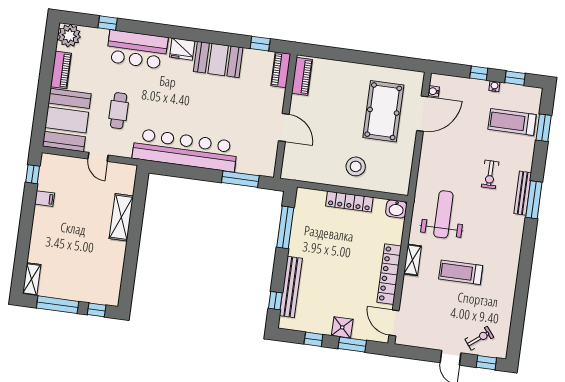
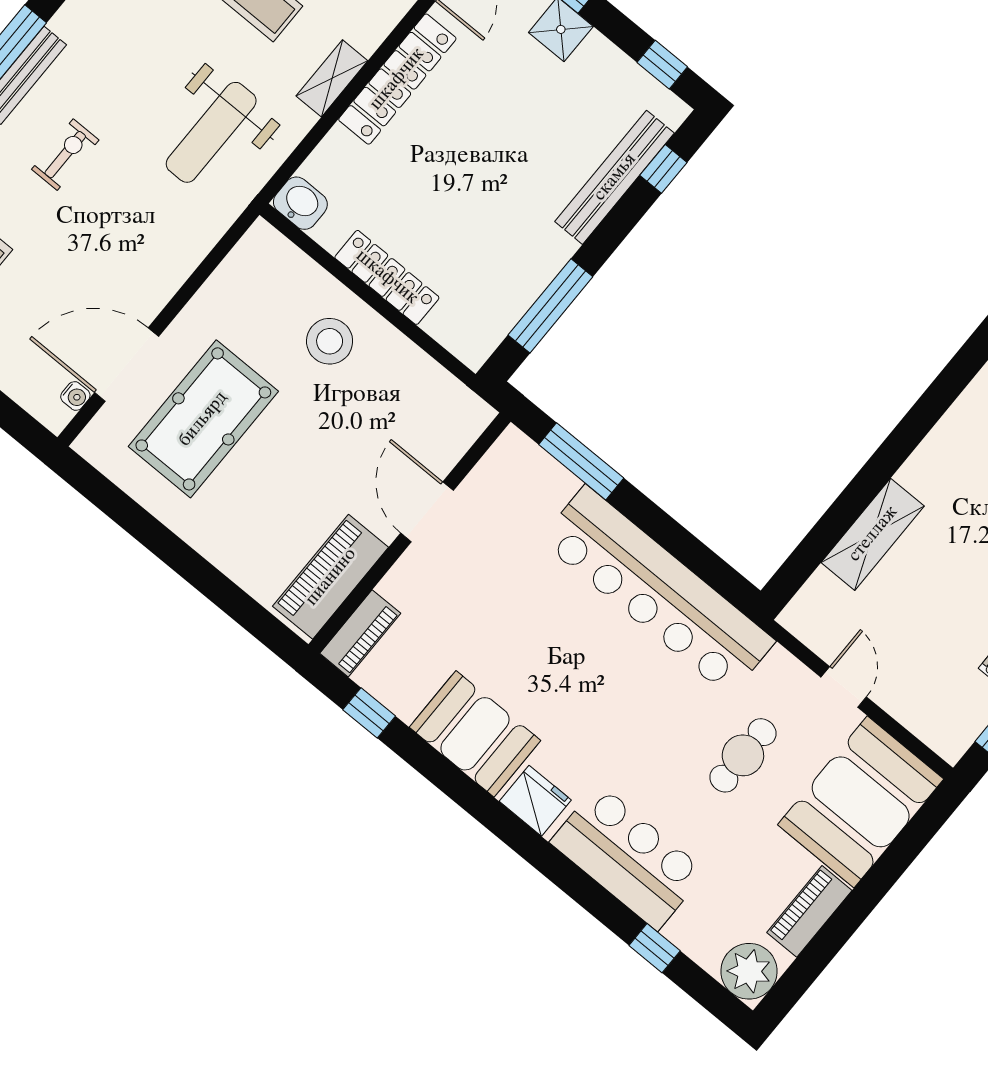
piano: (302, 76) -> (331, 577), width x1.37, depth x1.33
window: (313, 339) -> (662, 65), moved

